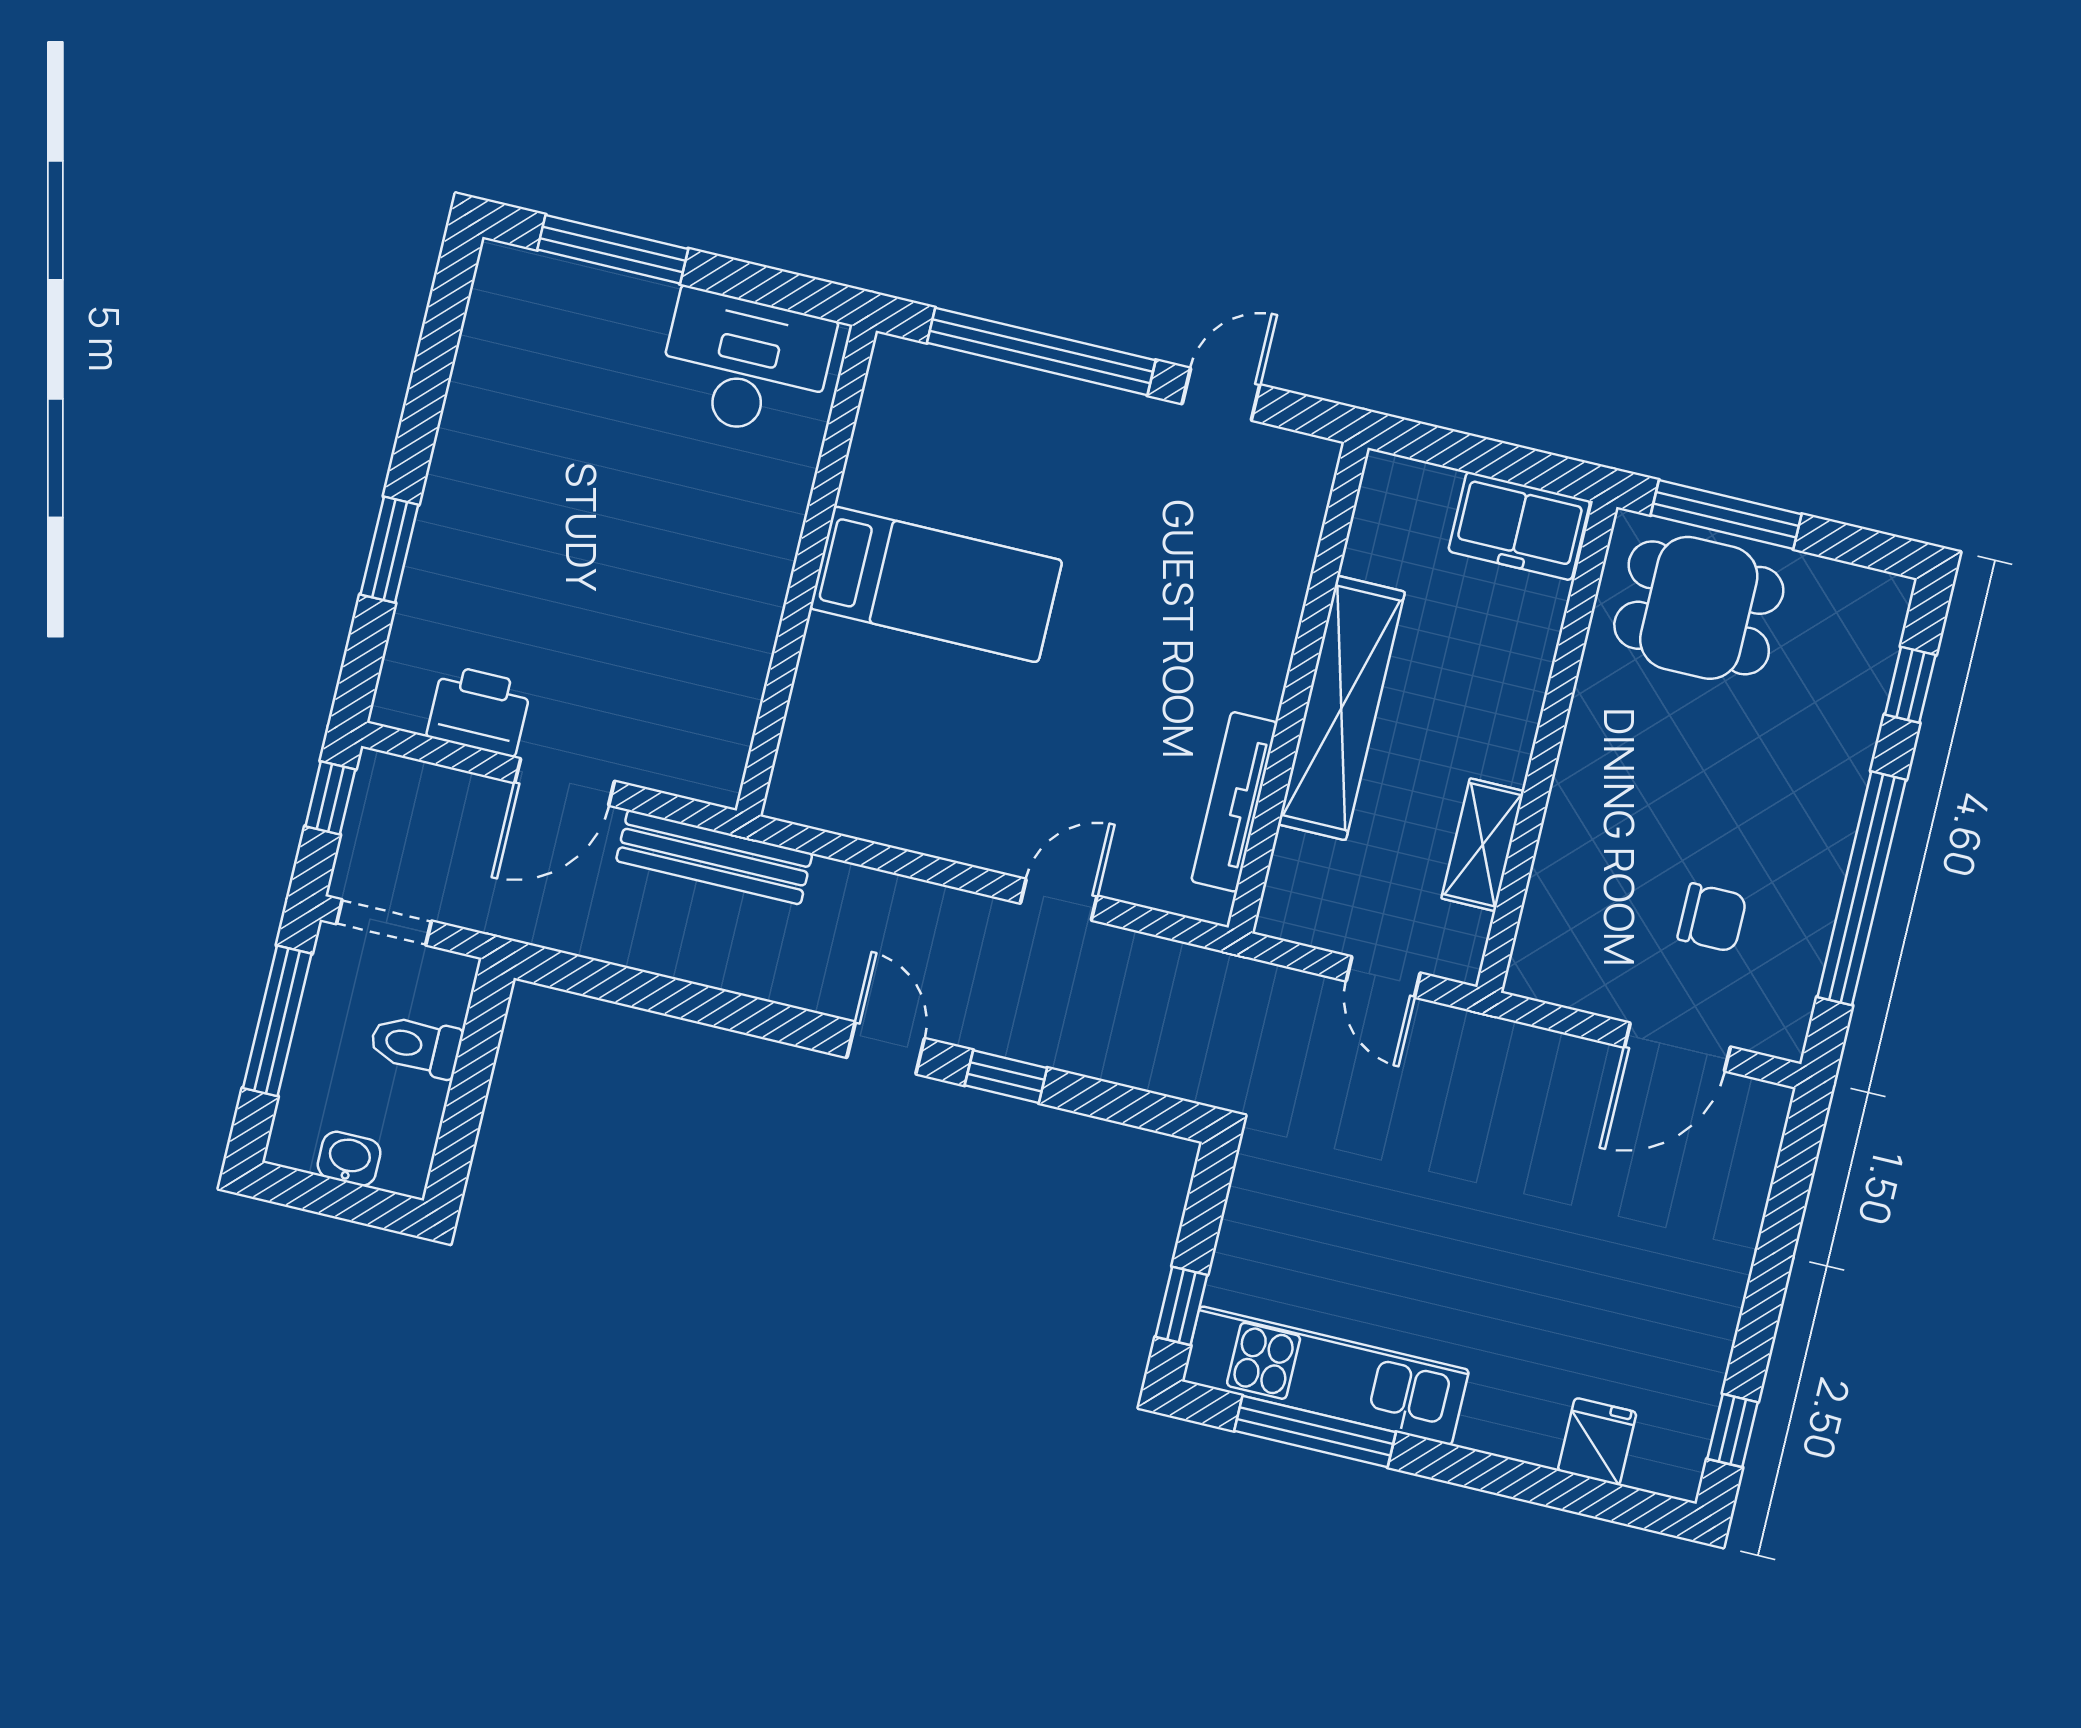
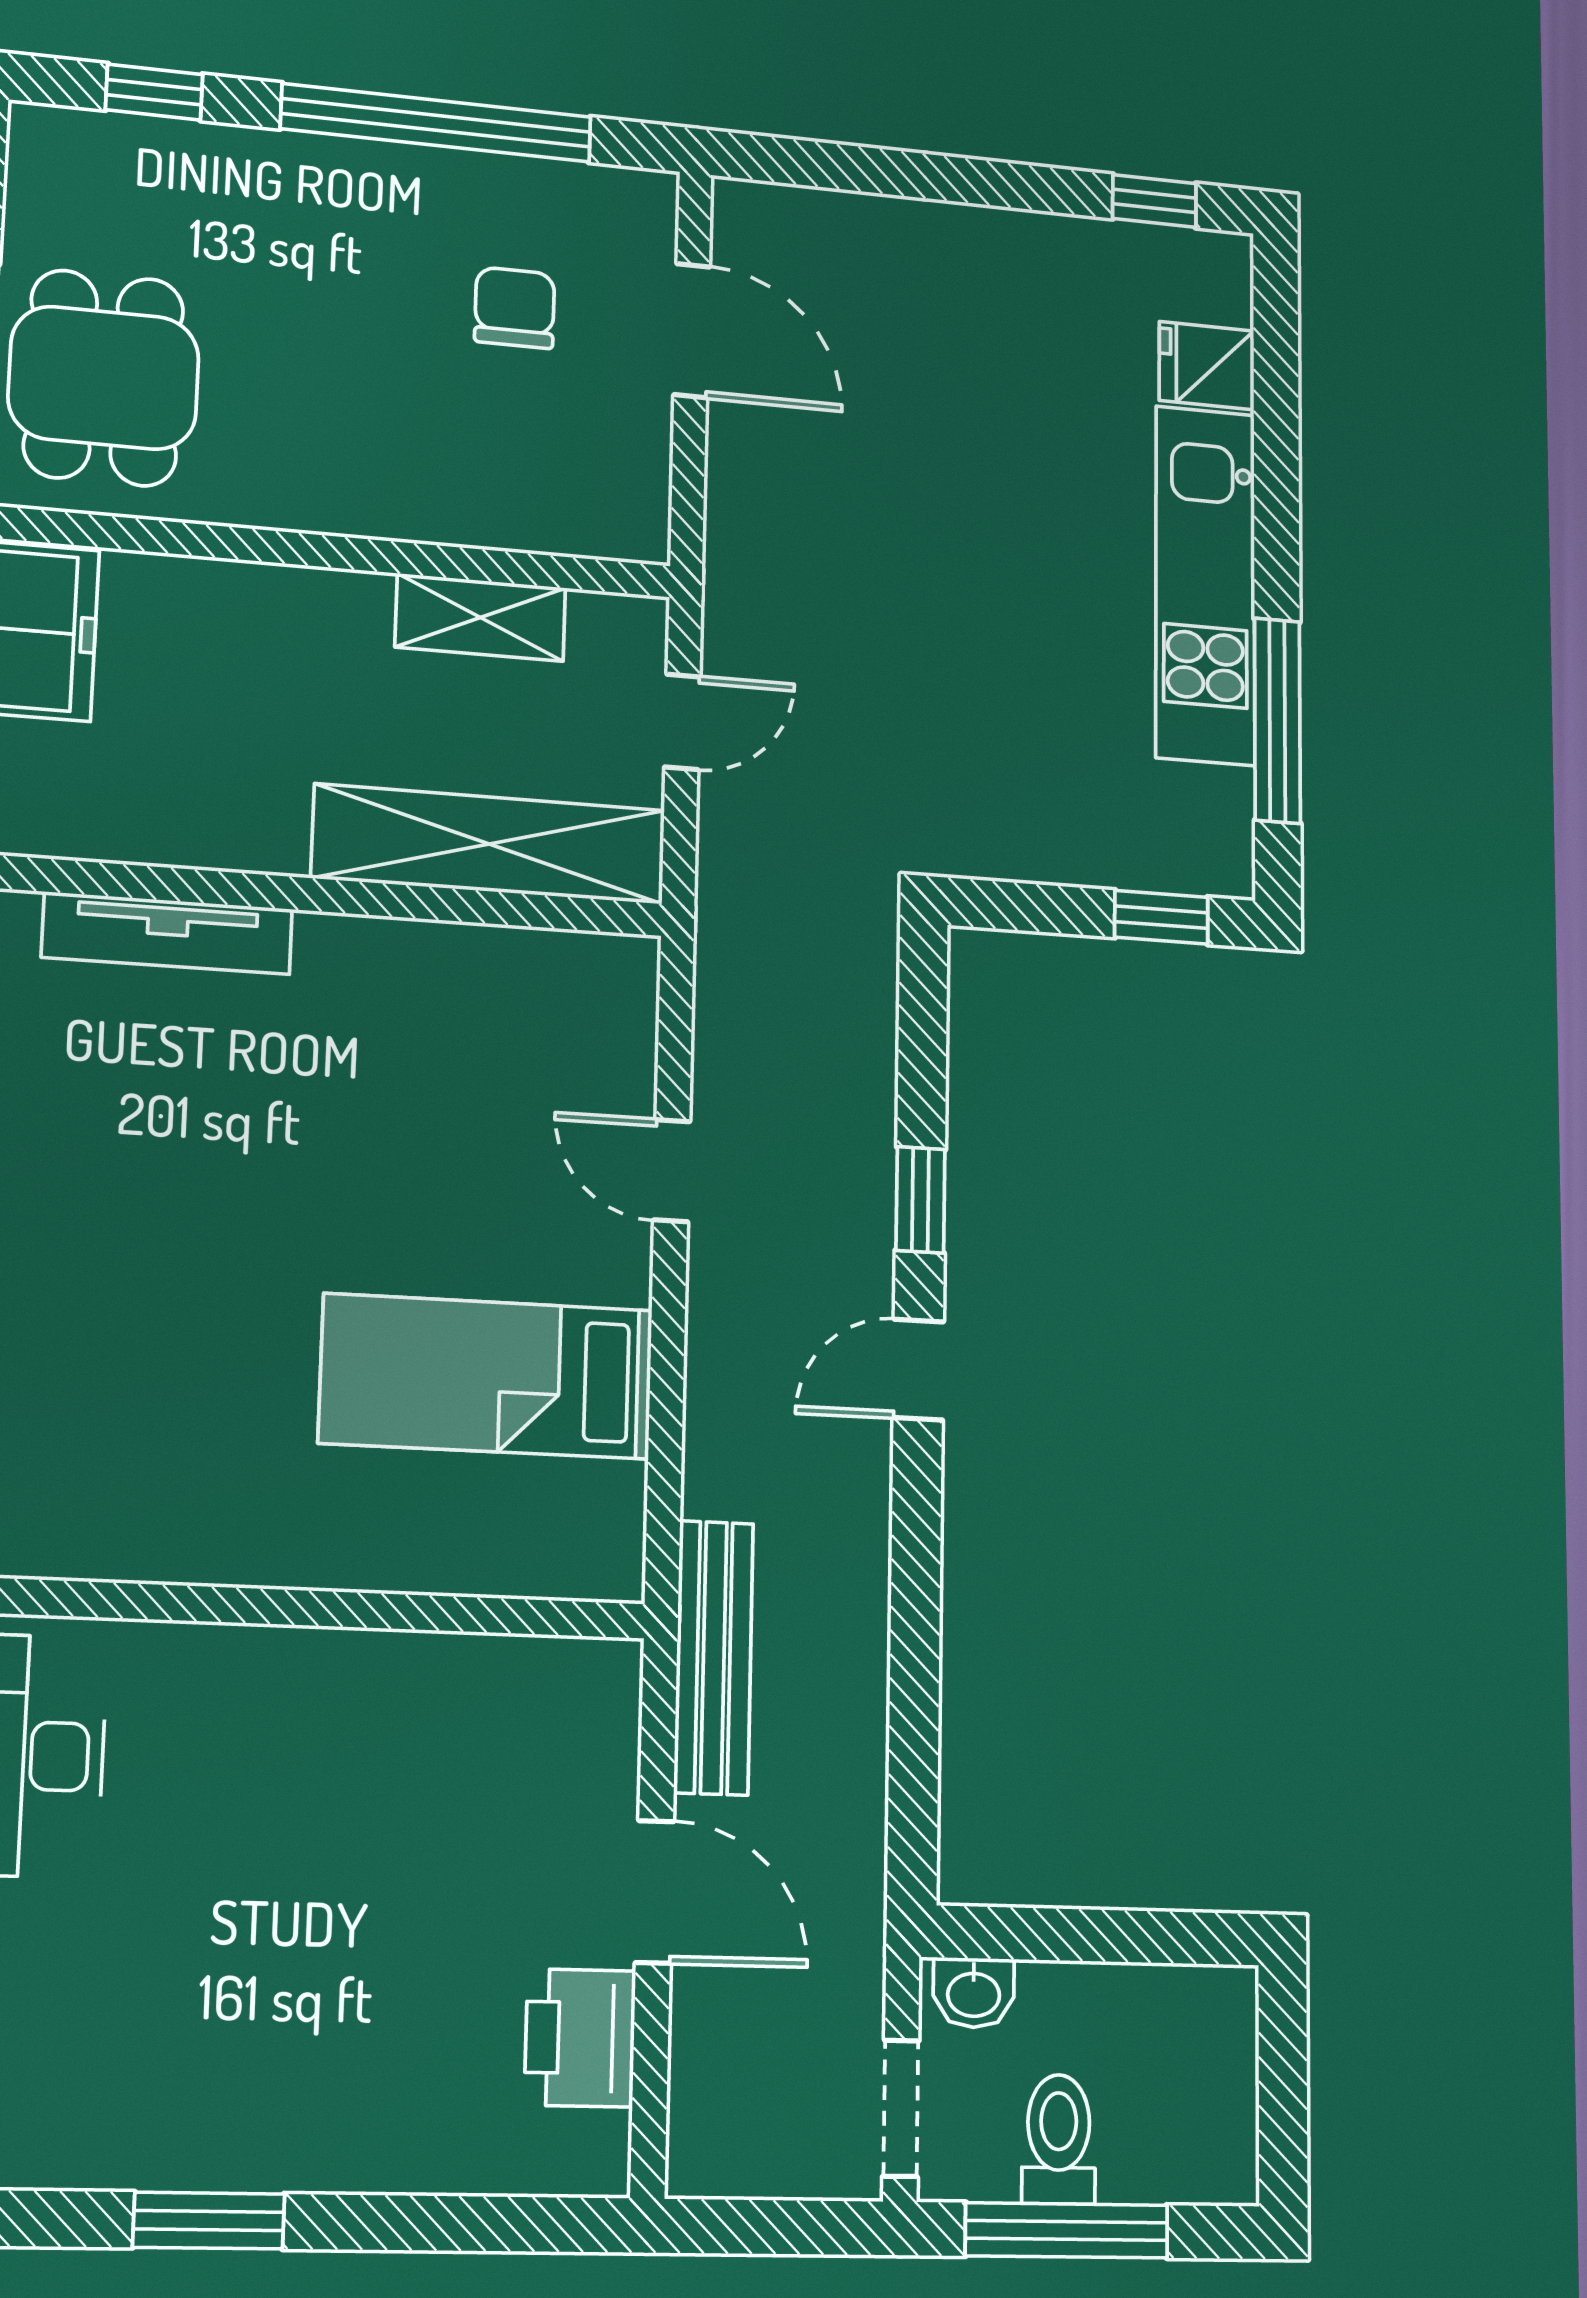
window: (389, 550) -> (209, 2221), moved
bed: (936, 584) -> (487, 1376), moved, turned -90
shelving: (1341, 708) -> (489, 844), moved
window: (330, 798) -> (746, 2227), removed
tv unit: (1234, 802) -> (167, 933), moved
toilet: (416, 1046) -> (1059, 2139), moved, turned 180
washbasin: (349, 1159) -> (974, 1993), moved, turned -90
kitchen unit: (1326, 1376) -> (1205, 585), moved

